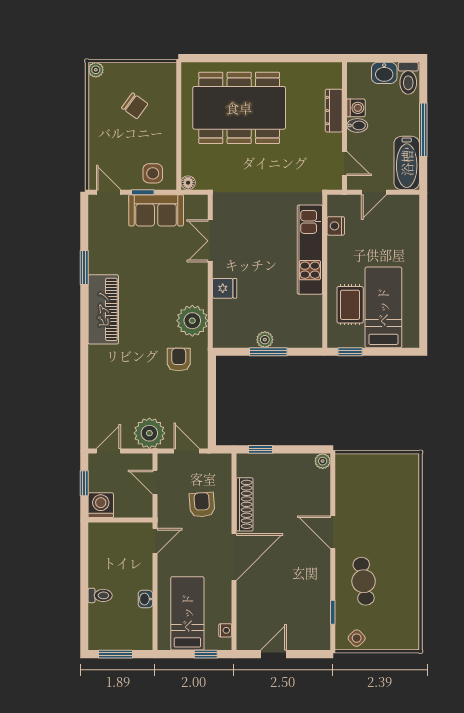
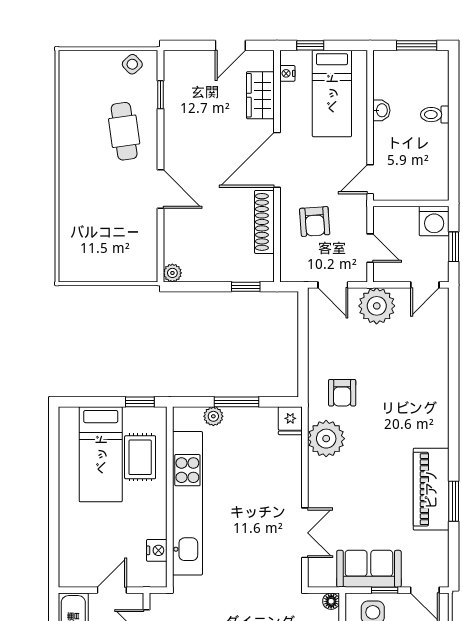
kitchen unit: (310, 250) -> (187, 503), width x1.36
fridge: (225, 288) -> (290, 421), moved, turned -90
piano: (103, 309) -> (431, 489), moved
plant: (265, 340) -> (213, 416), moved
wardrobe: (248, 612) -> (260, 95), added

